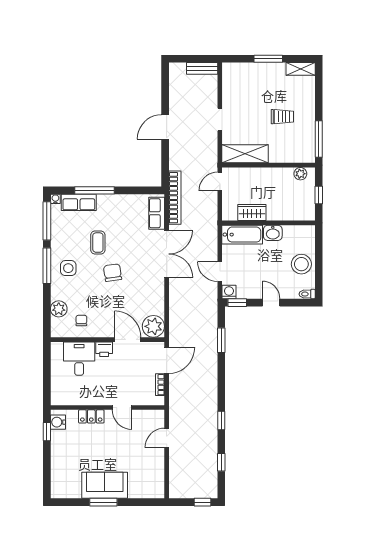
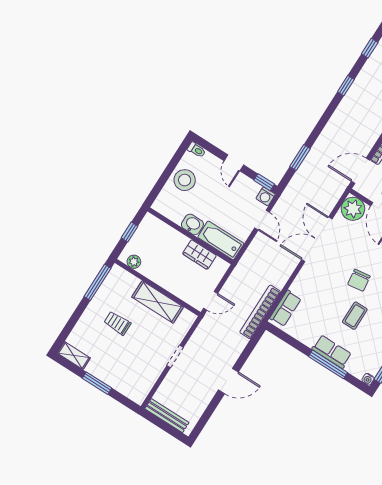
bench: (202, 68) -> (167, 416), width x1.36
shelving: (245, 154) -> (158, 302), moved
row of seats: (79, 202) -> (332, 352), moved
double door: (167, 254) -> (317, 239), moved

